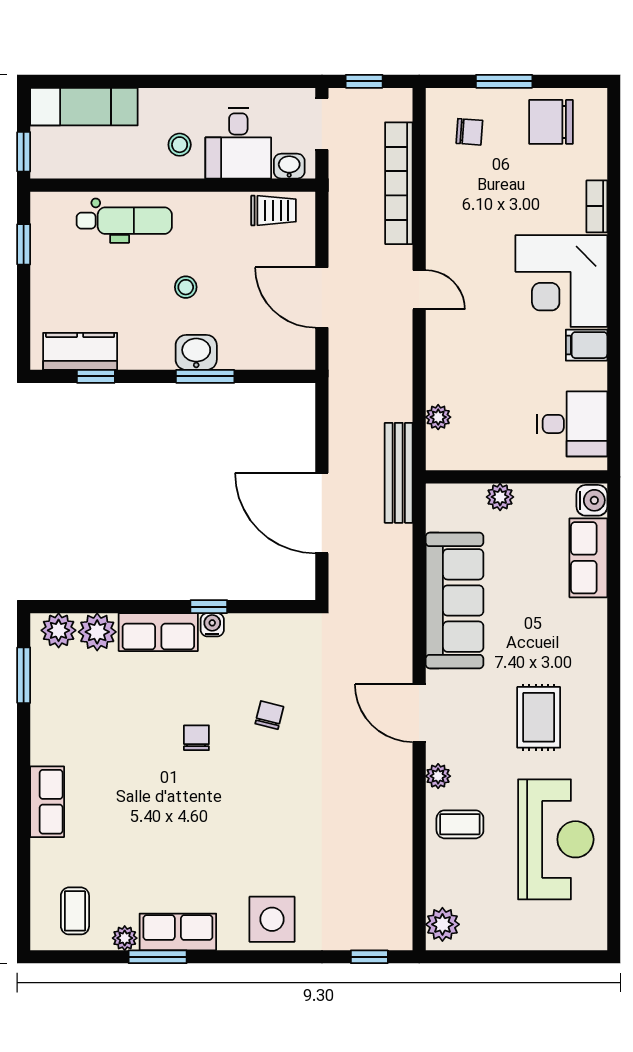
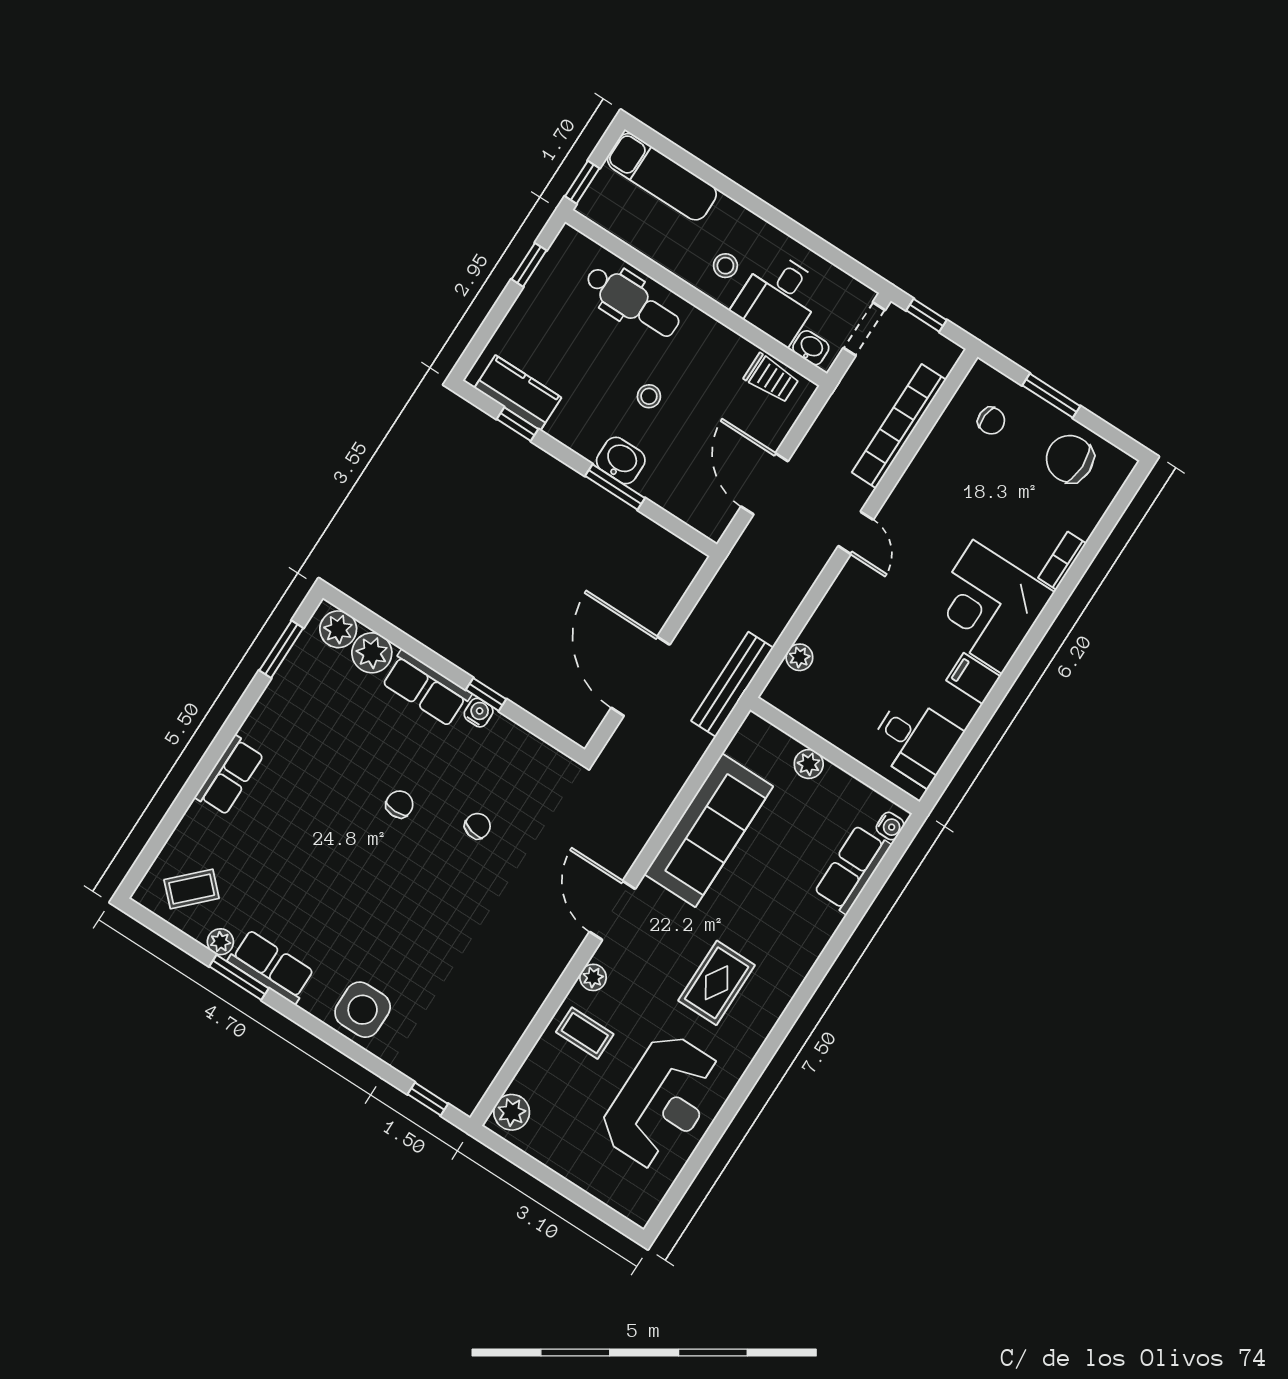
water cooler: (592, 500) -> (890, 826), width x0.72, depth x0.72
coffee table: (75, 911) -> (192, 889), turned 45

